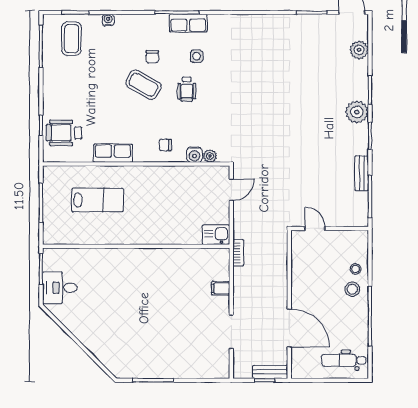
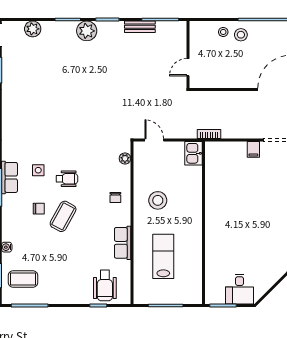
water cooler: (194, 155) -> (124, 172), removed
stool: (162, 194) -> (158, 200), added
filing cabinet: (220, 288) -> (253, 149), moved

